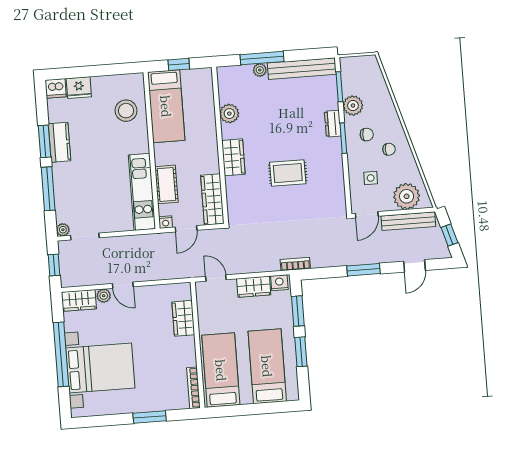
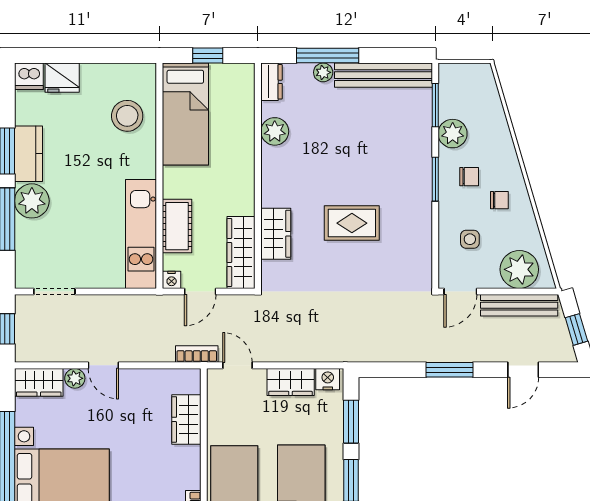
dresser: (333, 124) -> (271, 82), moved, turned 180
wardrobe: (233, 157) -> (276, 234), moved
plant: (63, 230) -> (32, 201), moved, width x1.88, depth x1.88
bookcase: (295, 264) -> (197, 354), moved

